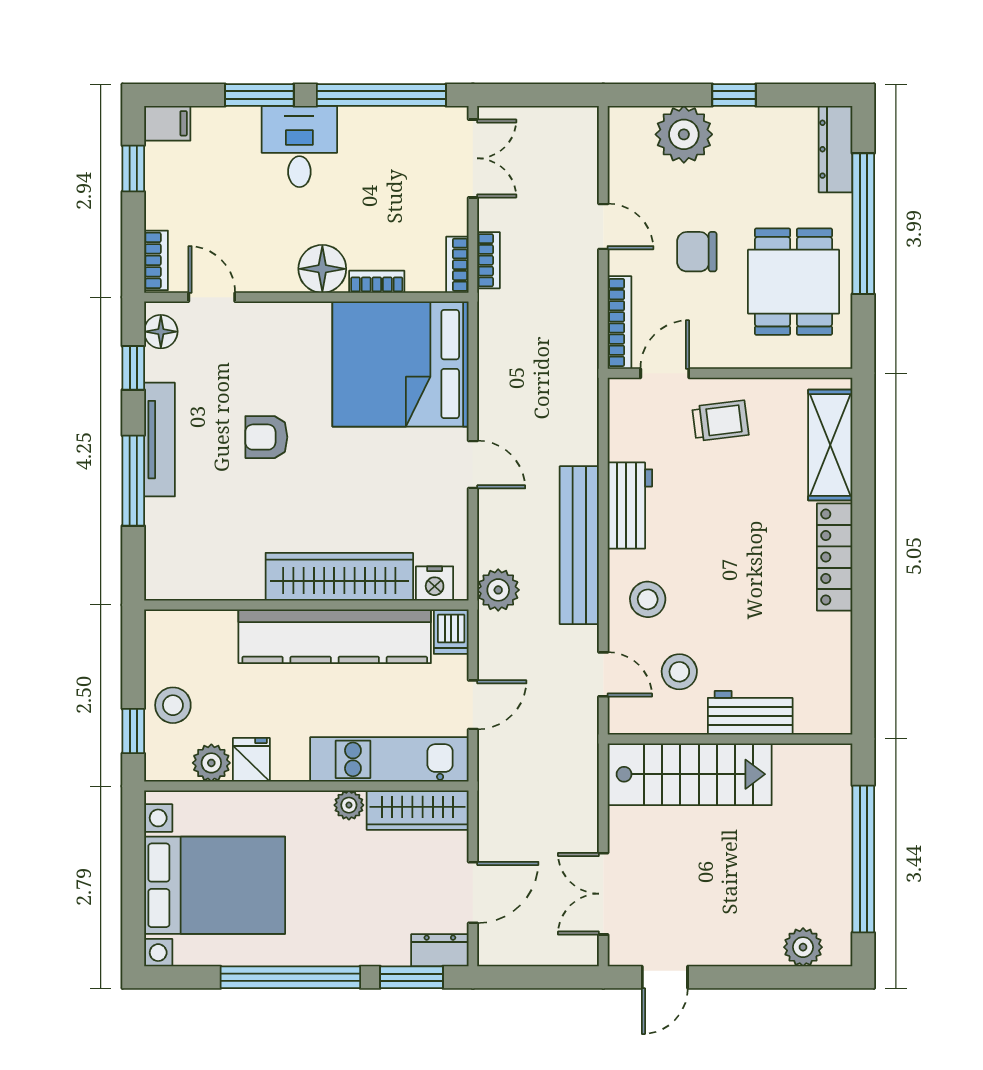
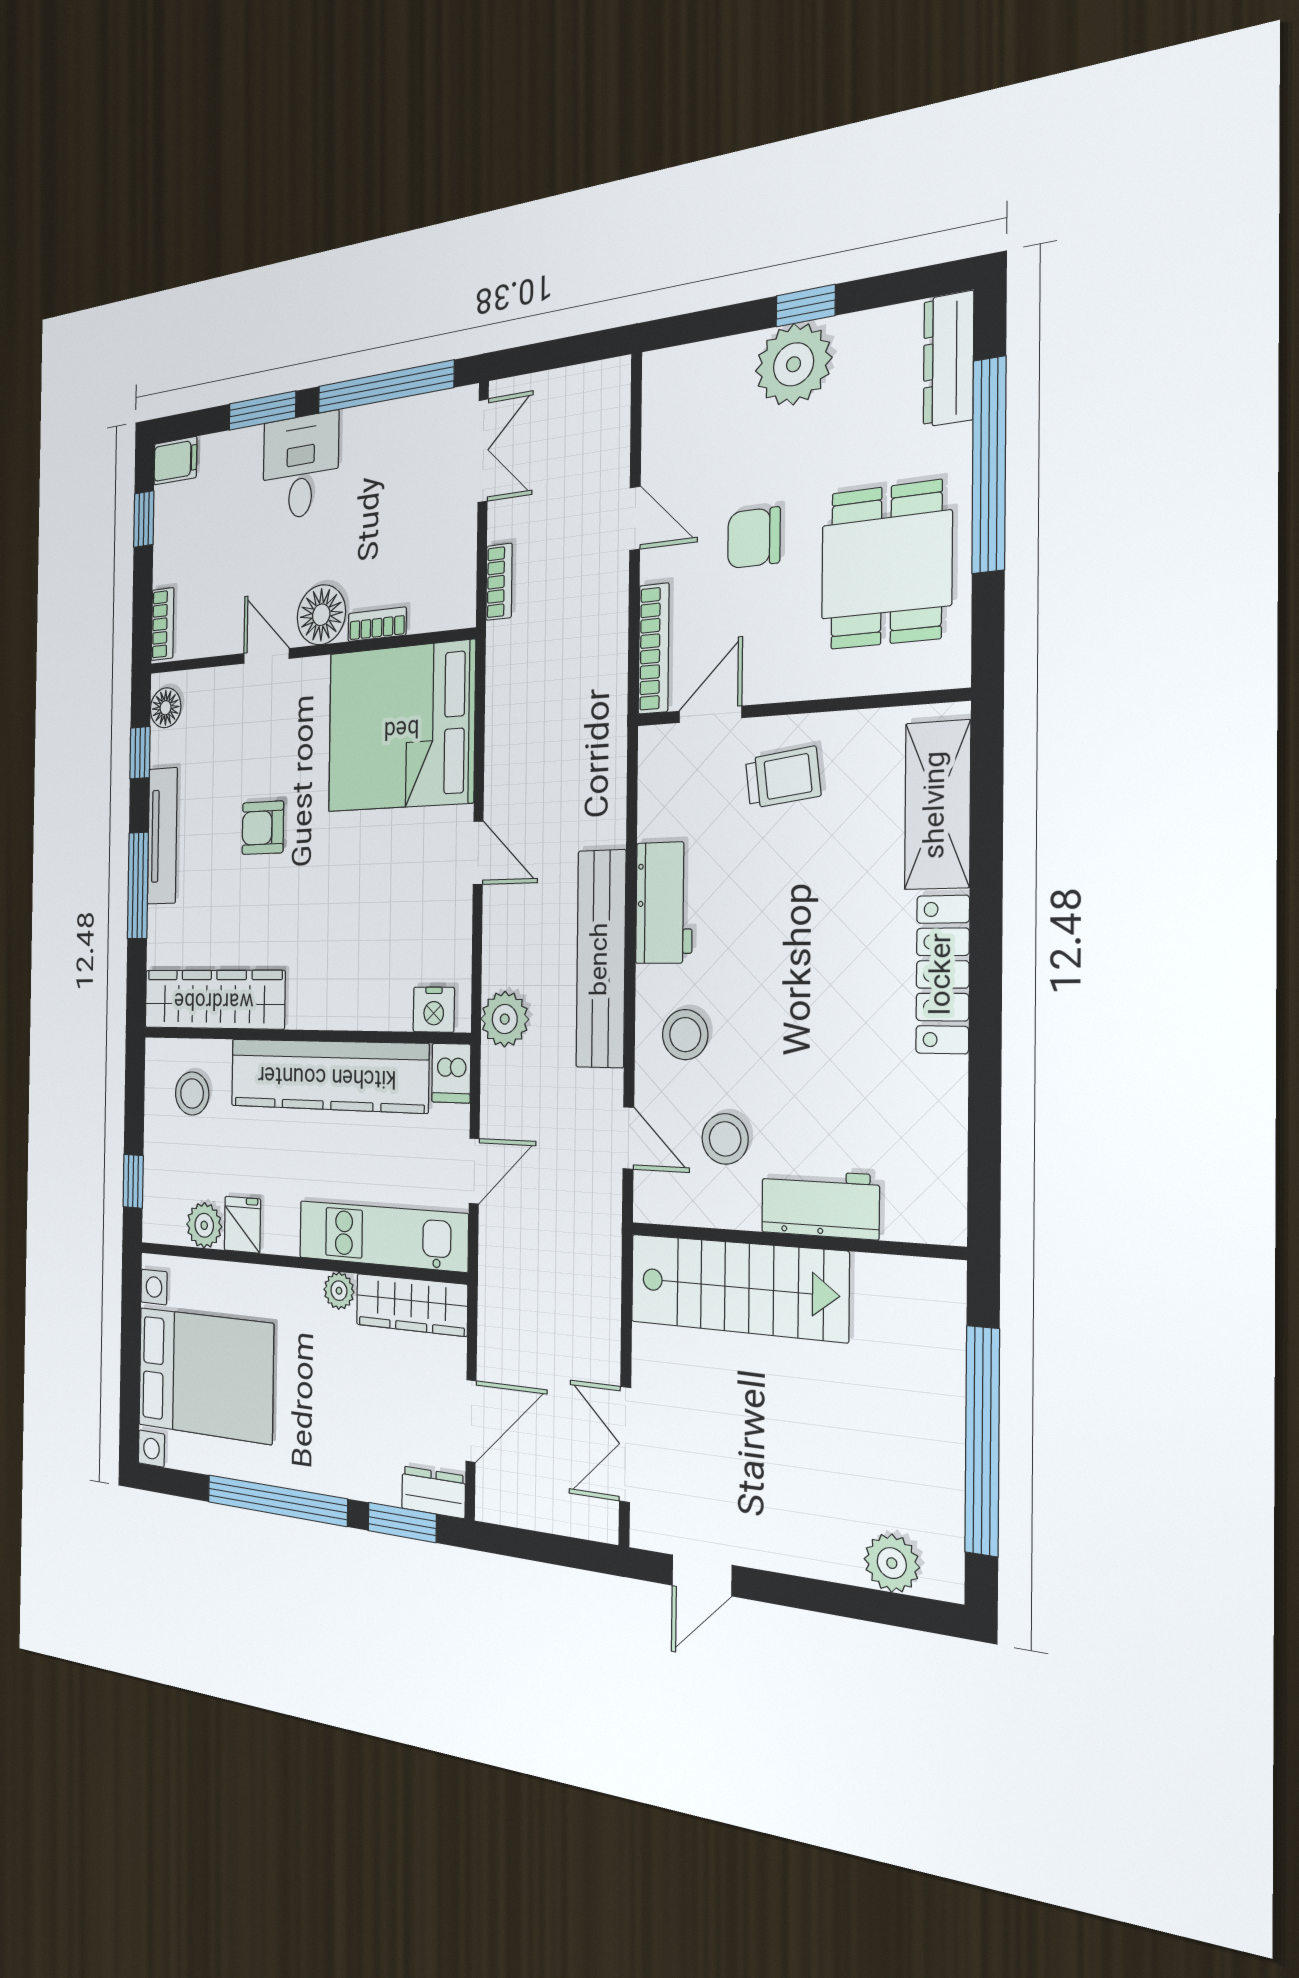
plant: (684, 134) -> (794, 364), moved
bookcase: (457, 265) -> (464, 592), removed
door: (212, 297) -> (266, 656), moved
wardrobe: (339, 577) -> (214, 999), moved
stool: (173, 705) -> (192, 1093), moved

